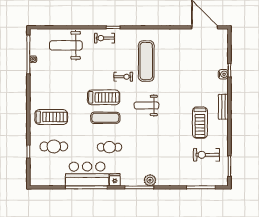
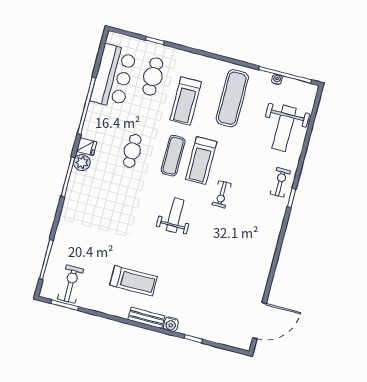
weight bench: (66, 45) -> (284, 128), turned 180
exercise mat: (146, 61) -> (232, 98), moved, turned 90
water cooler: (223, 74) -> (171, 324), moved
treadmill: (51, 117) -> (186, 101), moved
treadmill: (200, 123) -> (133, 281), turned 180
exercise bike: (206, 155) -> (71, 284), moved
bar counter: (87, 174) -> (113, 76), moved
plant: (150, 180) -> (82, 163), moved

